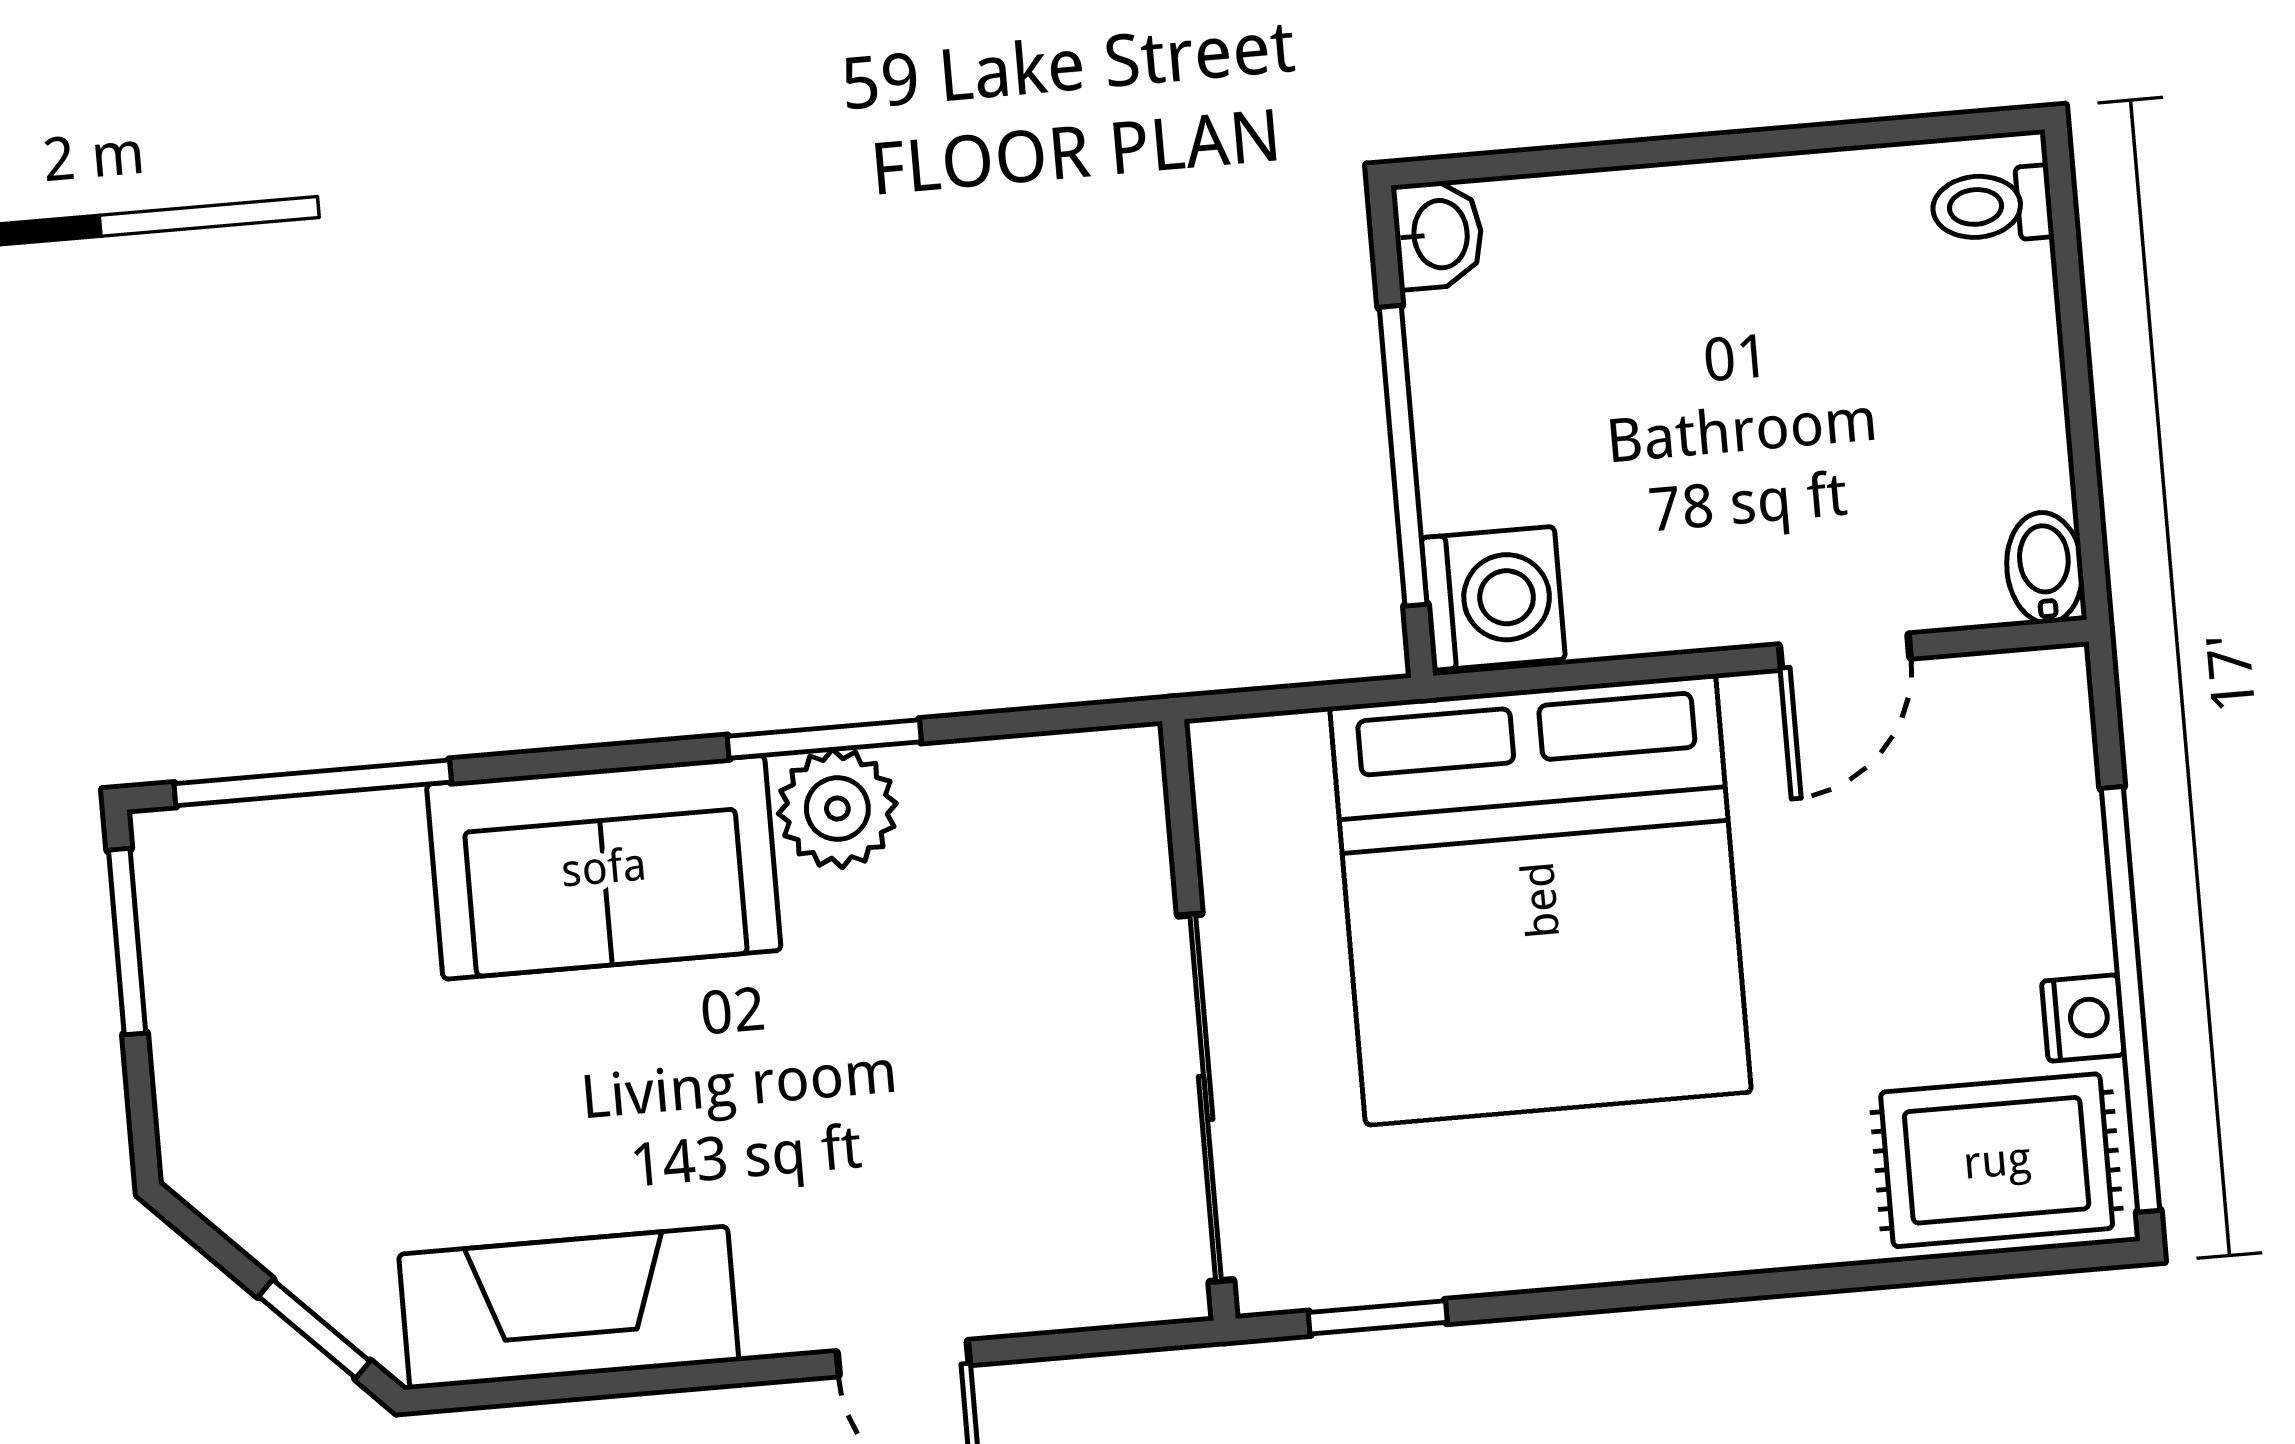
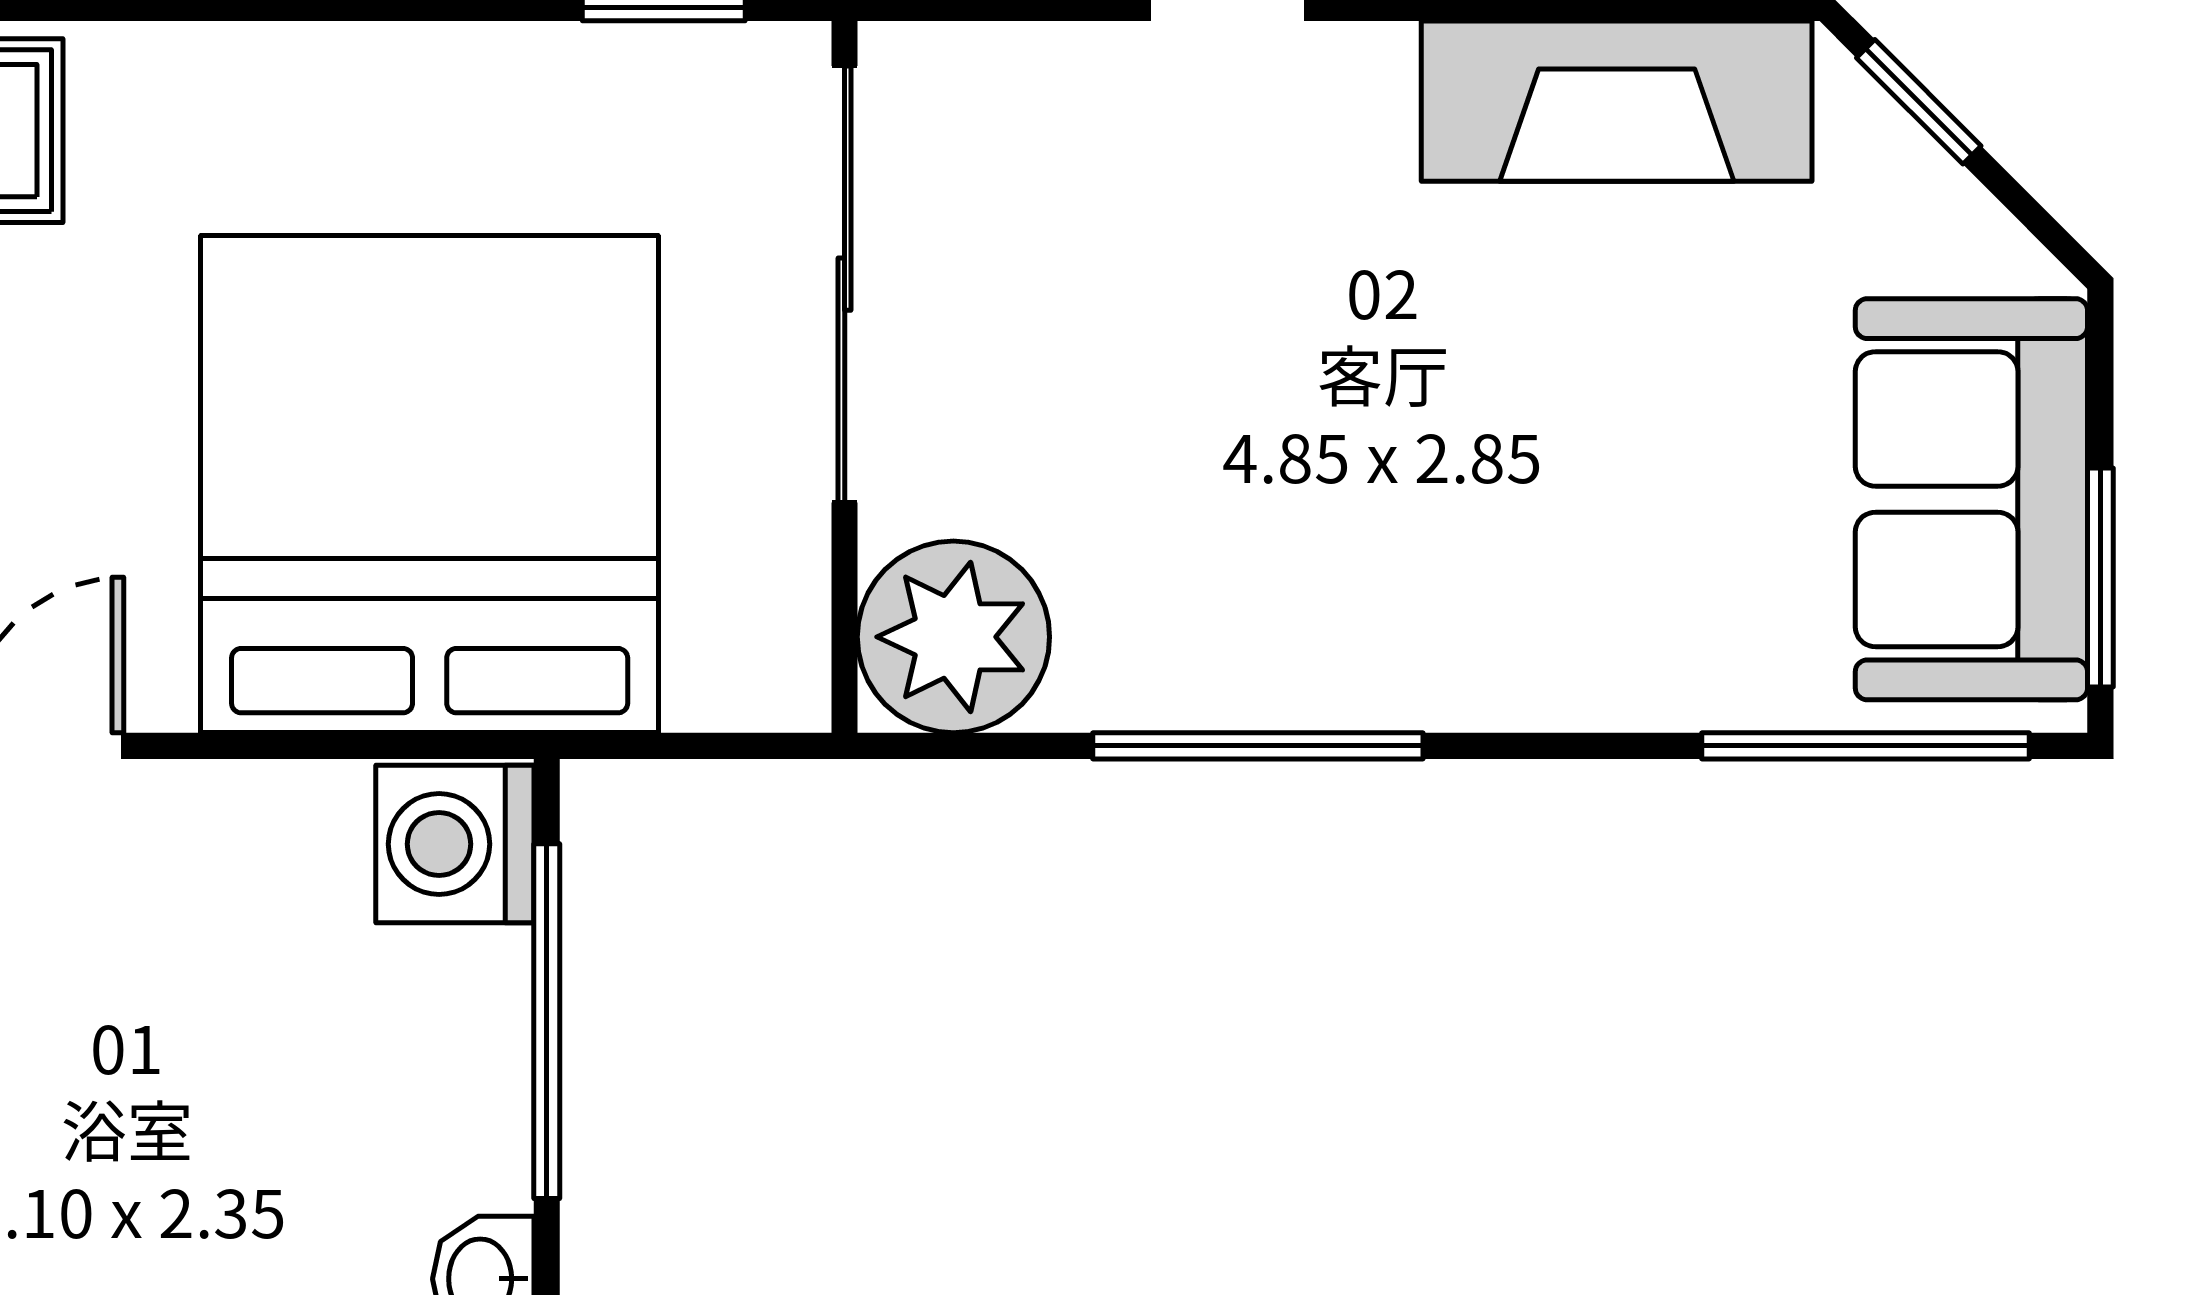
window: (824, 739) -> (1258, 746), width x1.44
plant: (837, 809) -> (953, 637), moved, width x1.36, depth x1.36
sofa: (604, 867) -> (1971, 499), moved, turned -90

